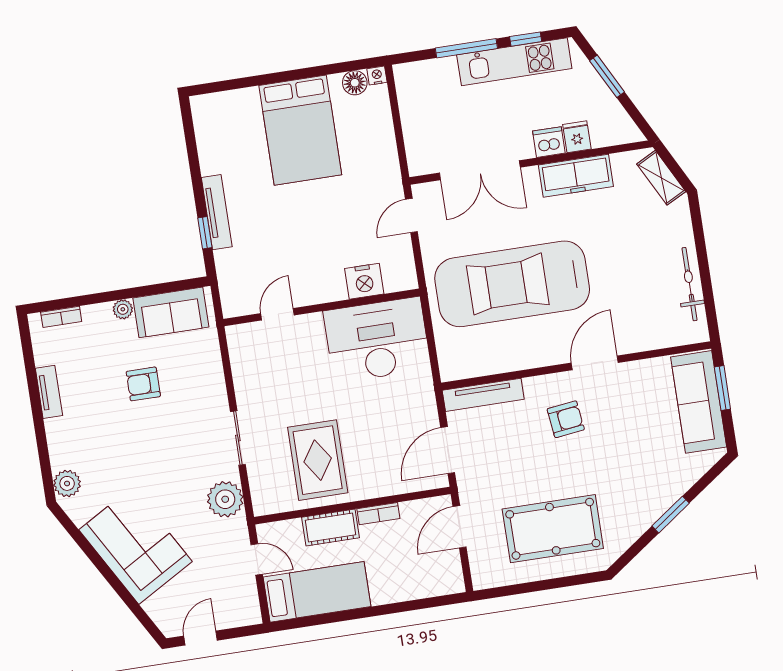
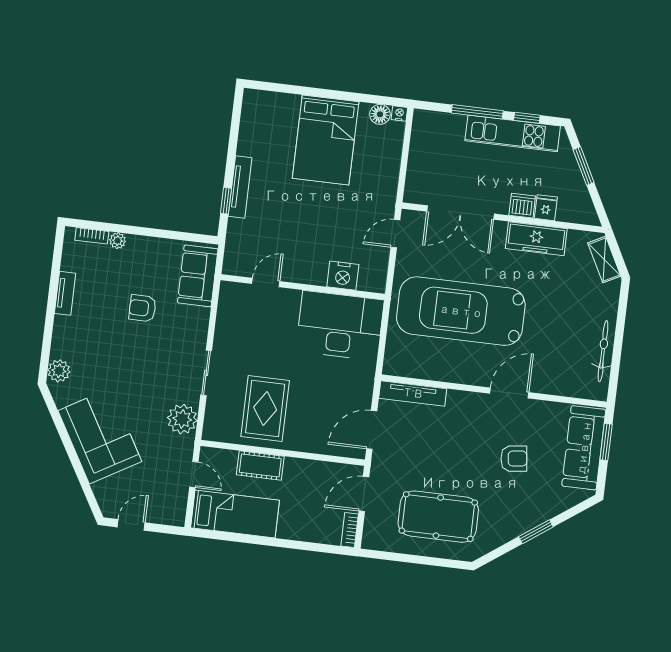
plant: (123, 309) -> (118, 241), moved
sofa: (171, 312) -> (198, 276), moved, turned 90
armchair: (566, 419) -> (514, 459), moved
bookcase: (378, 514) -> (350, 530), moved, turned 90

